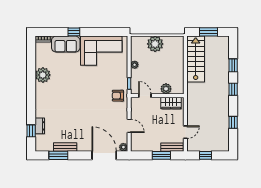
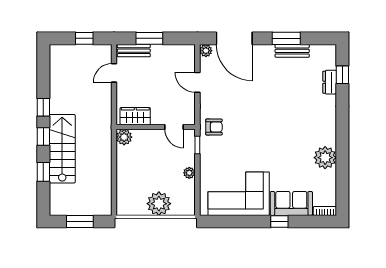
stairs: (196, 59) -> (62, 149), moved, turned 180
plant: (166, 89) -> (124, 137), moved
window: (233, 122) -> (43, 107), moved
window: (58, 155) -> (286, 38), moved

